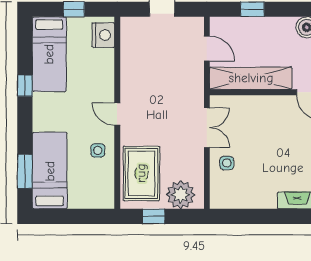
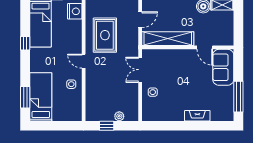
door: (207, 49) -> (140, 20), hinge flipped
double door: (207, 128) -> (140, 70), swing flipped
rug: (141, 173) -> (105, 35), moved
plant: (181, 195) -> (119, 116), width x0.53, depth x0.53

